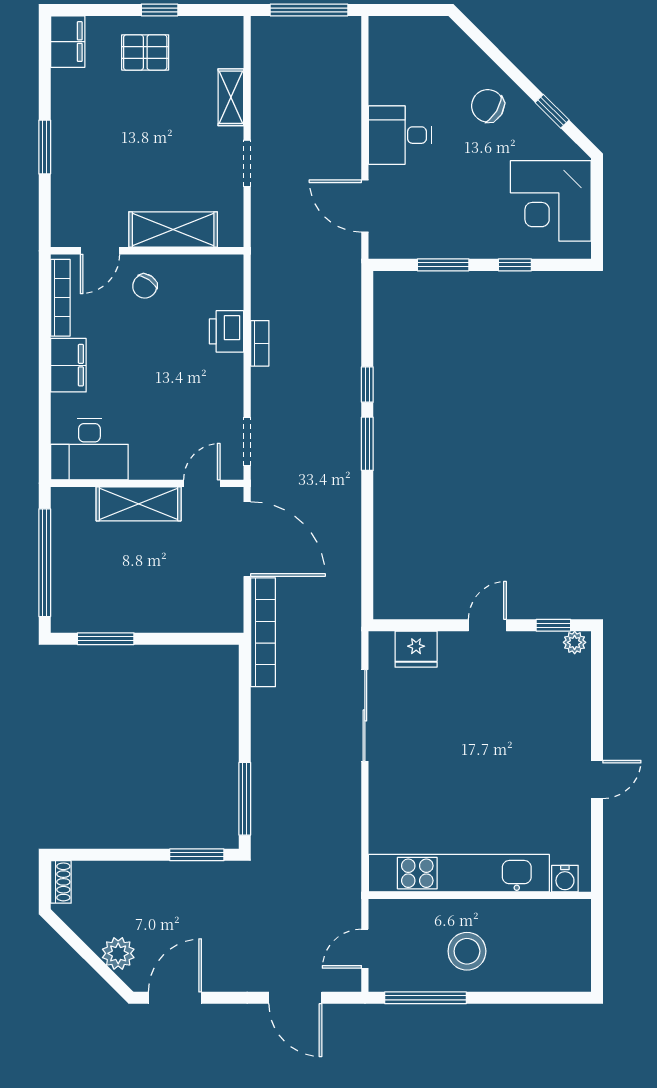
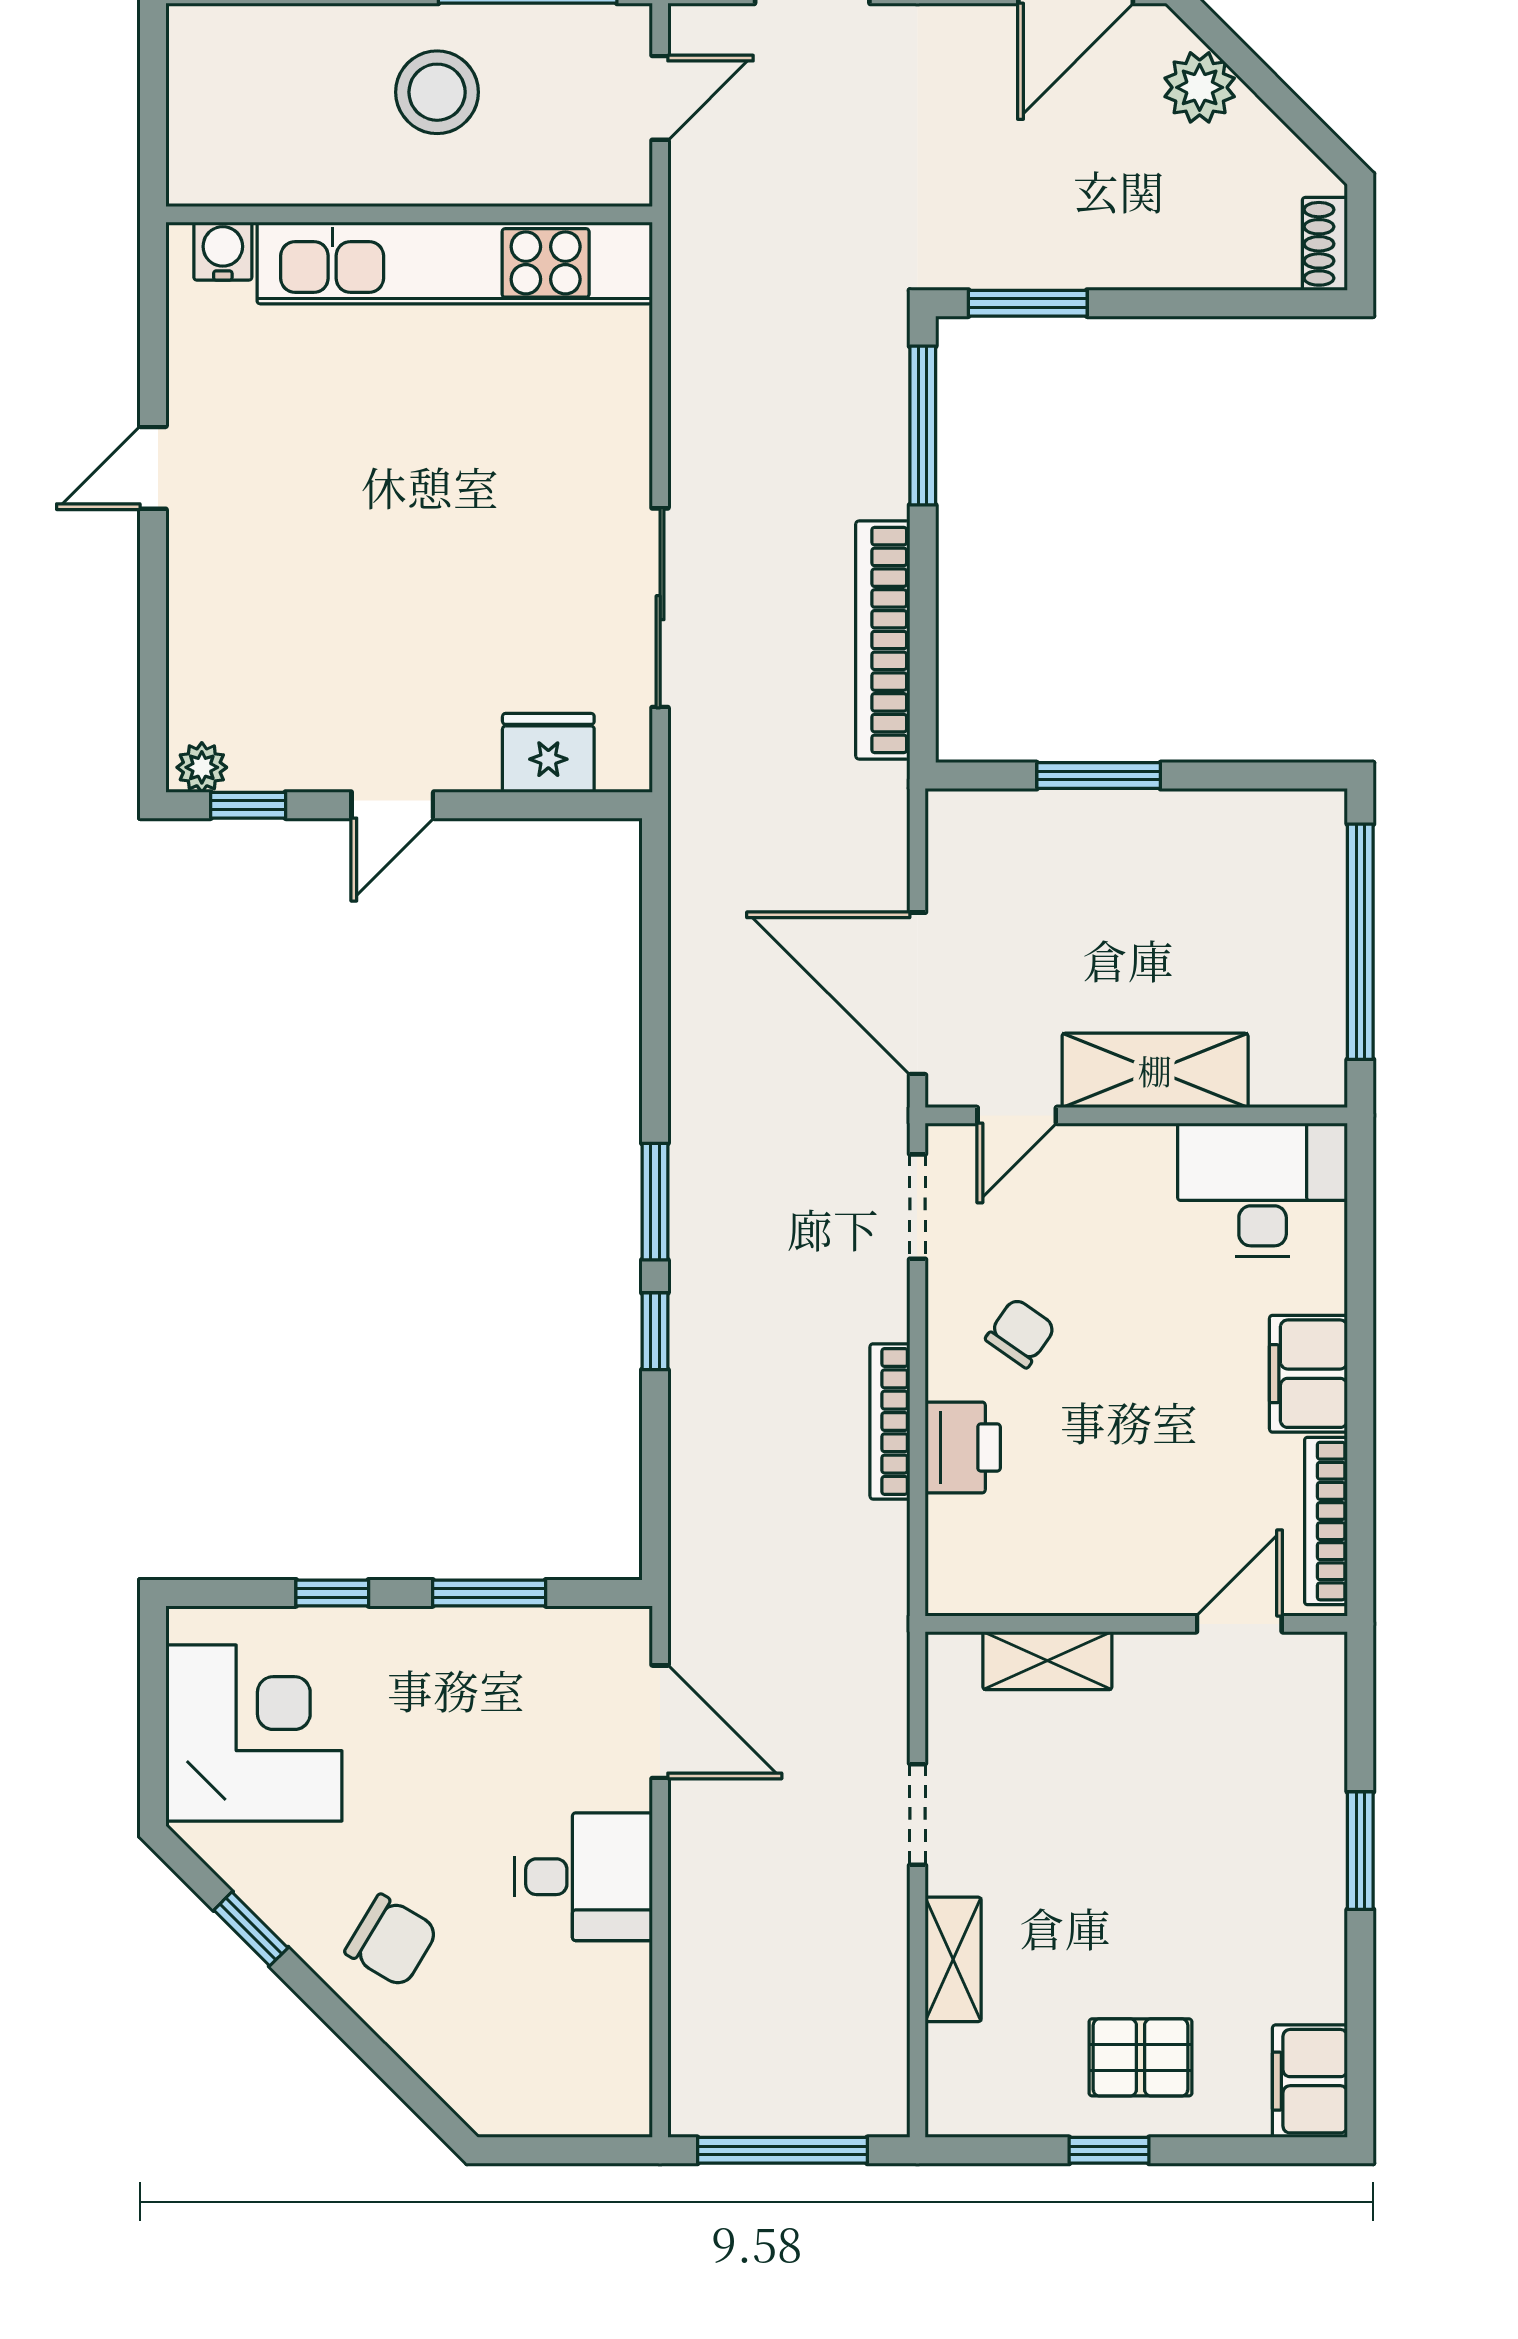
shelving: (173, 230) -> (1047, 1661), width x0.67, depth x0.75
chair: (145, 286) -> (1021, 1333), moved
bookcase: (260, 343) -> (890, 1421), width x1.56
bookcase: (263, 632) -> (883, 640), moved
window: (106, 639) -> (1099, 776), moved

